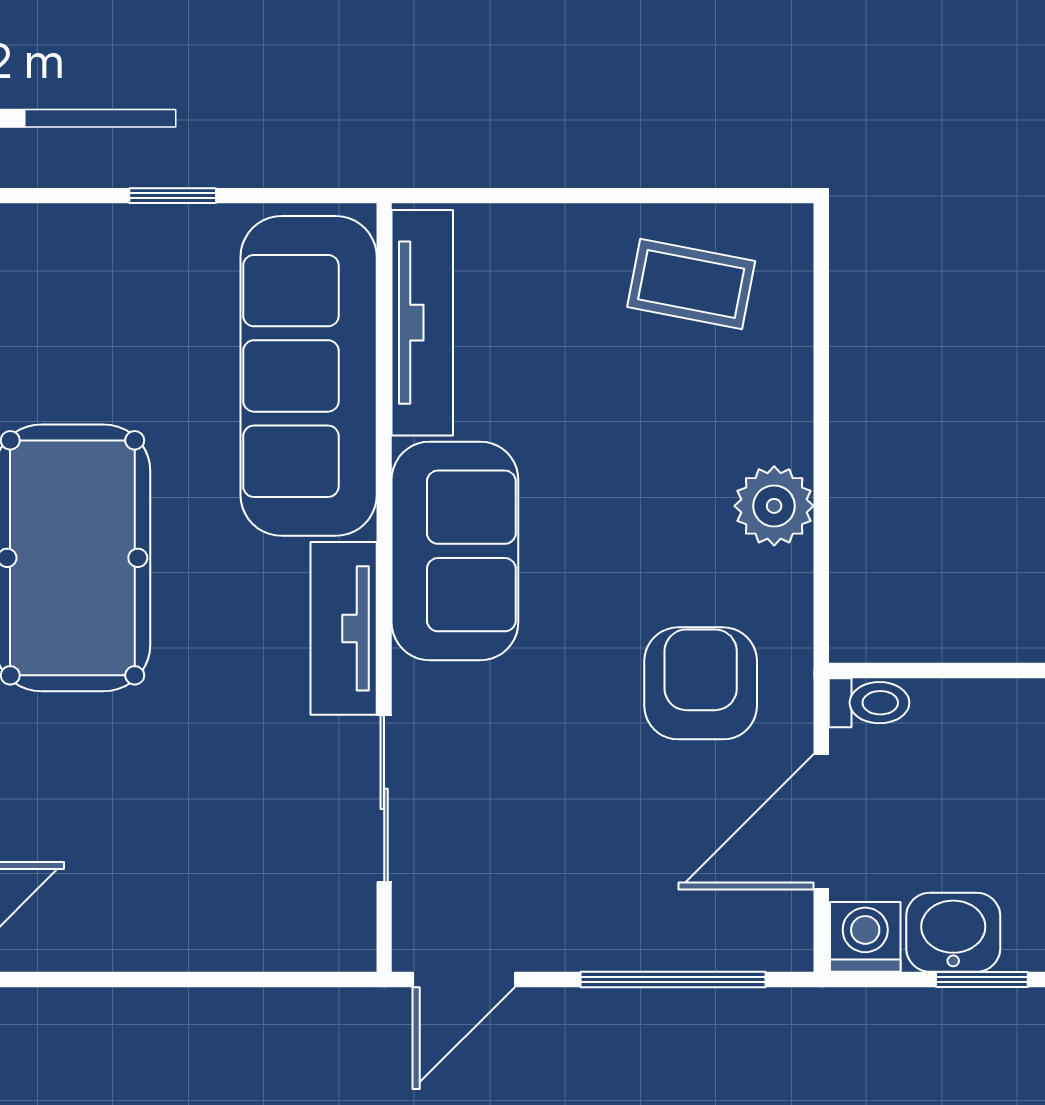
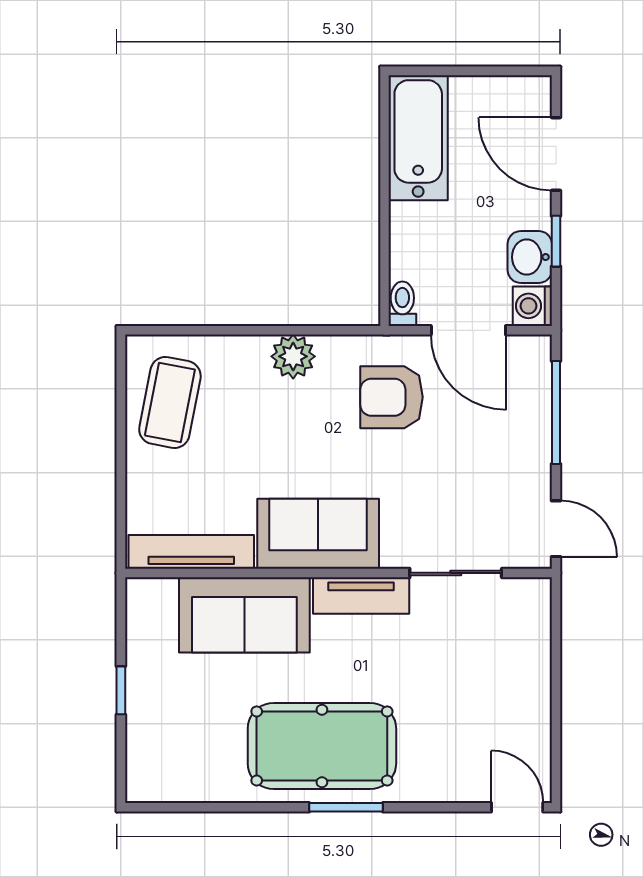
coffee table: (691, 284) -> (170, 402), width x1.36, depth x1.30
sofa: (309, 376) -> (244, 615), width x0.73

